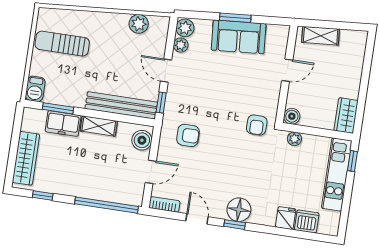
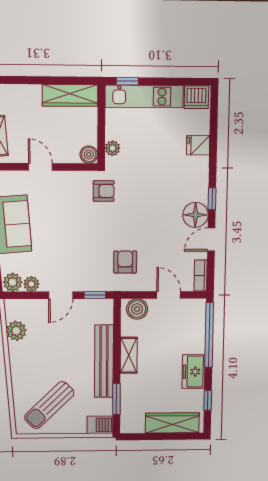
sun lounger: (62, 44) -> (49, 405), turned 46
bench: (121, 105) -> (104, 361), moved
wardrobe: (346, 116) -> (70, 95), width x1.50
freezer: (63, 124) -> (194, 372), moved, turned 180
floor lamp: (239, 210) -> (195, 215), moved
dishwasher: (307, 221) -> (196, 97), moved, turned -90

